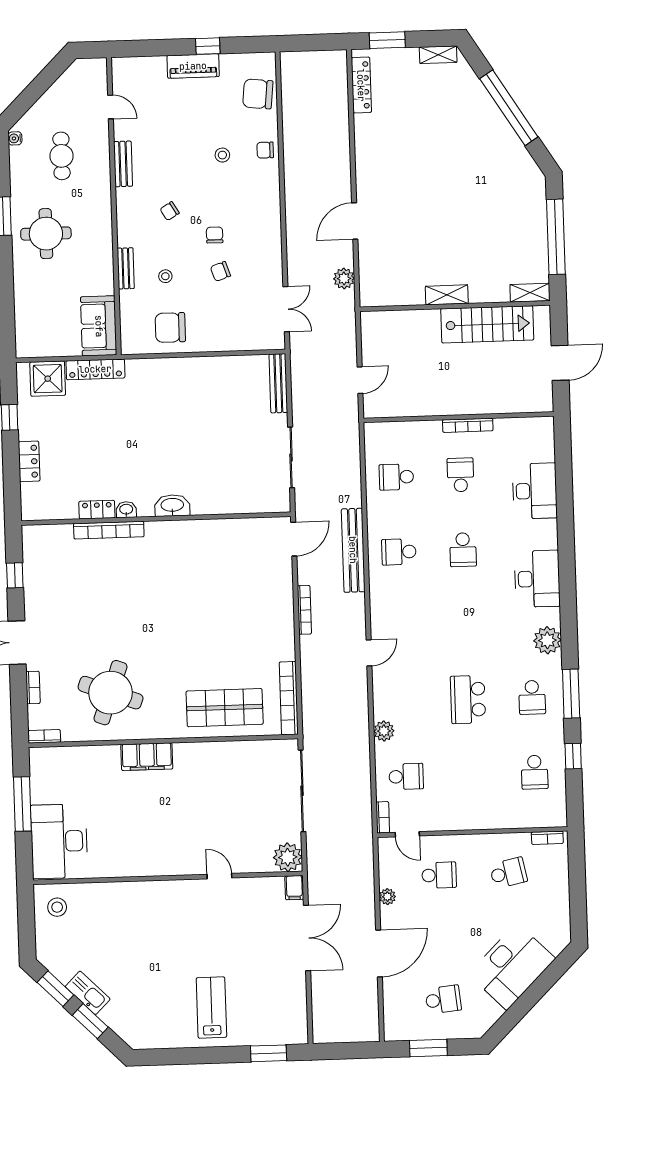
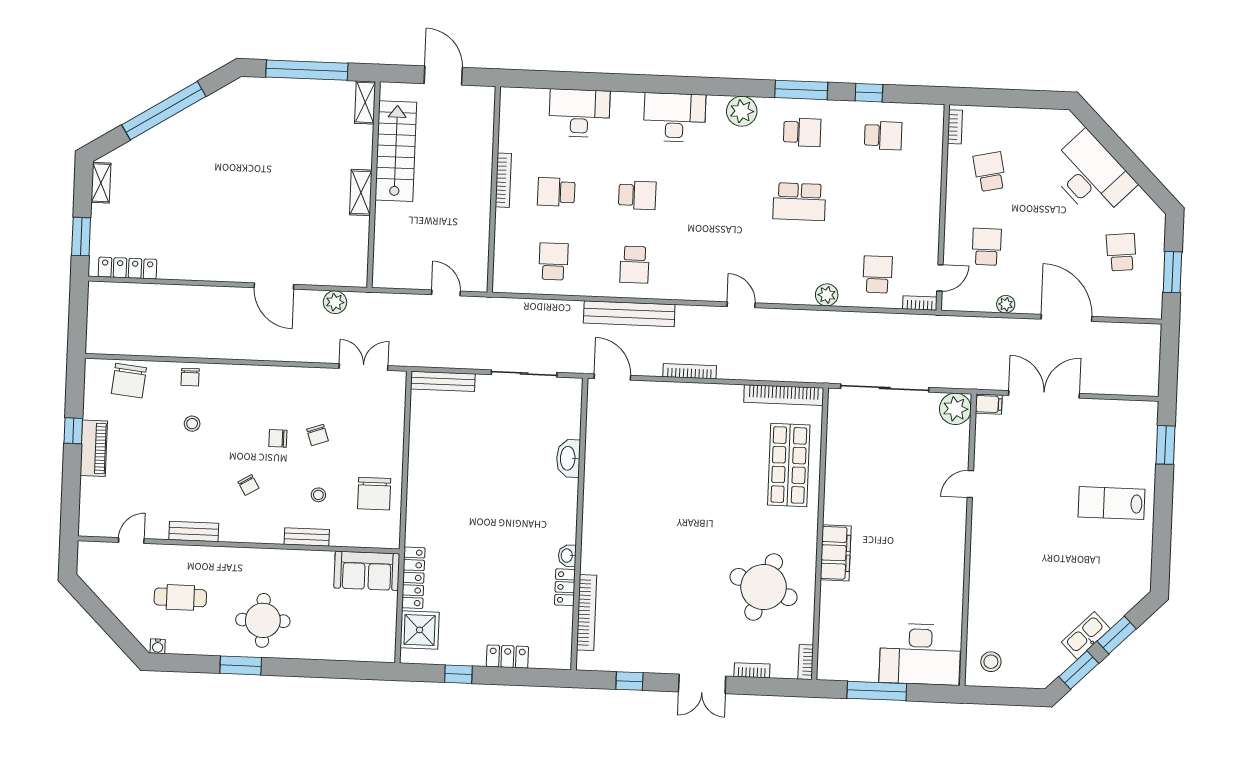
school desk: (396, 477) -> (553, 261), turned 180
washbasin: (172, 505) -> (568, 458), moved
bookcase: (109, 530) -> (587, 613), moved

